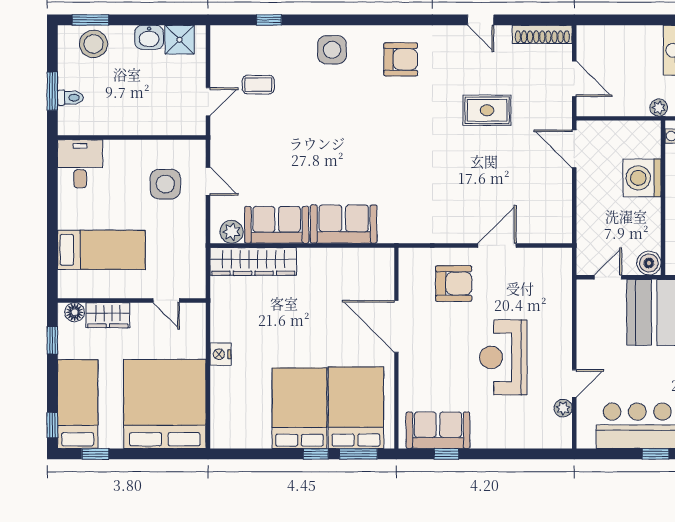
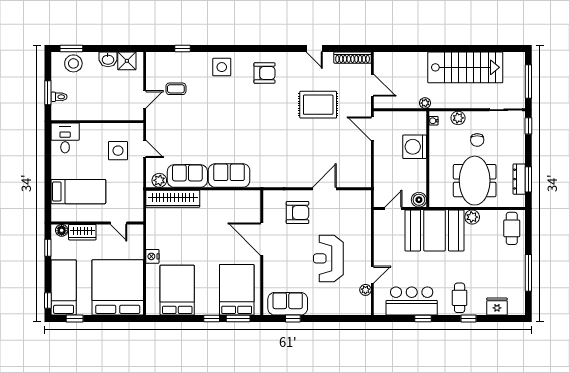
rug: (487, 110) -> (318, 105), width x1.36, depth x1.43
bed: (299, 408) -> (177, 290), moved

